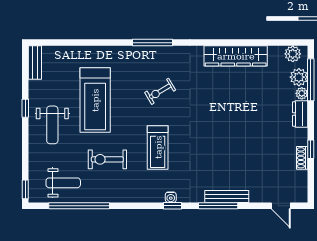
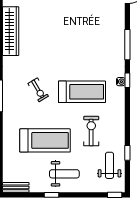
treadmill: (158, 147) -> (82, 92), width x1.37, depth x1.38
exercise bike: (107, 159) -> (91, 131), turned 180
bench: (227, 196) -> (120, 38), removed
window: (79, 206) -> (127, 153), width x0.32

